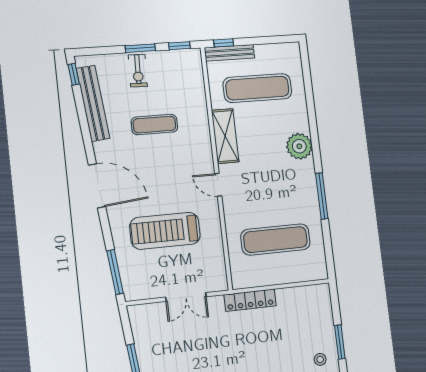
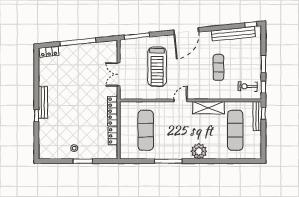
exercise bike: (138, 71) -> (248, 86), moved
treadmill: (165, 231) -> (157, 67), turned 180
locker: (292, 295) -> (113, 136), added

